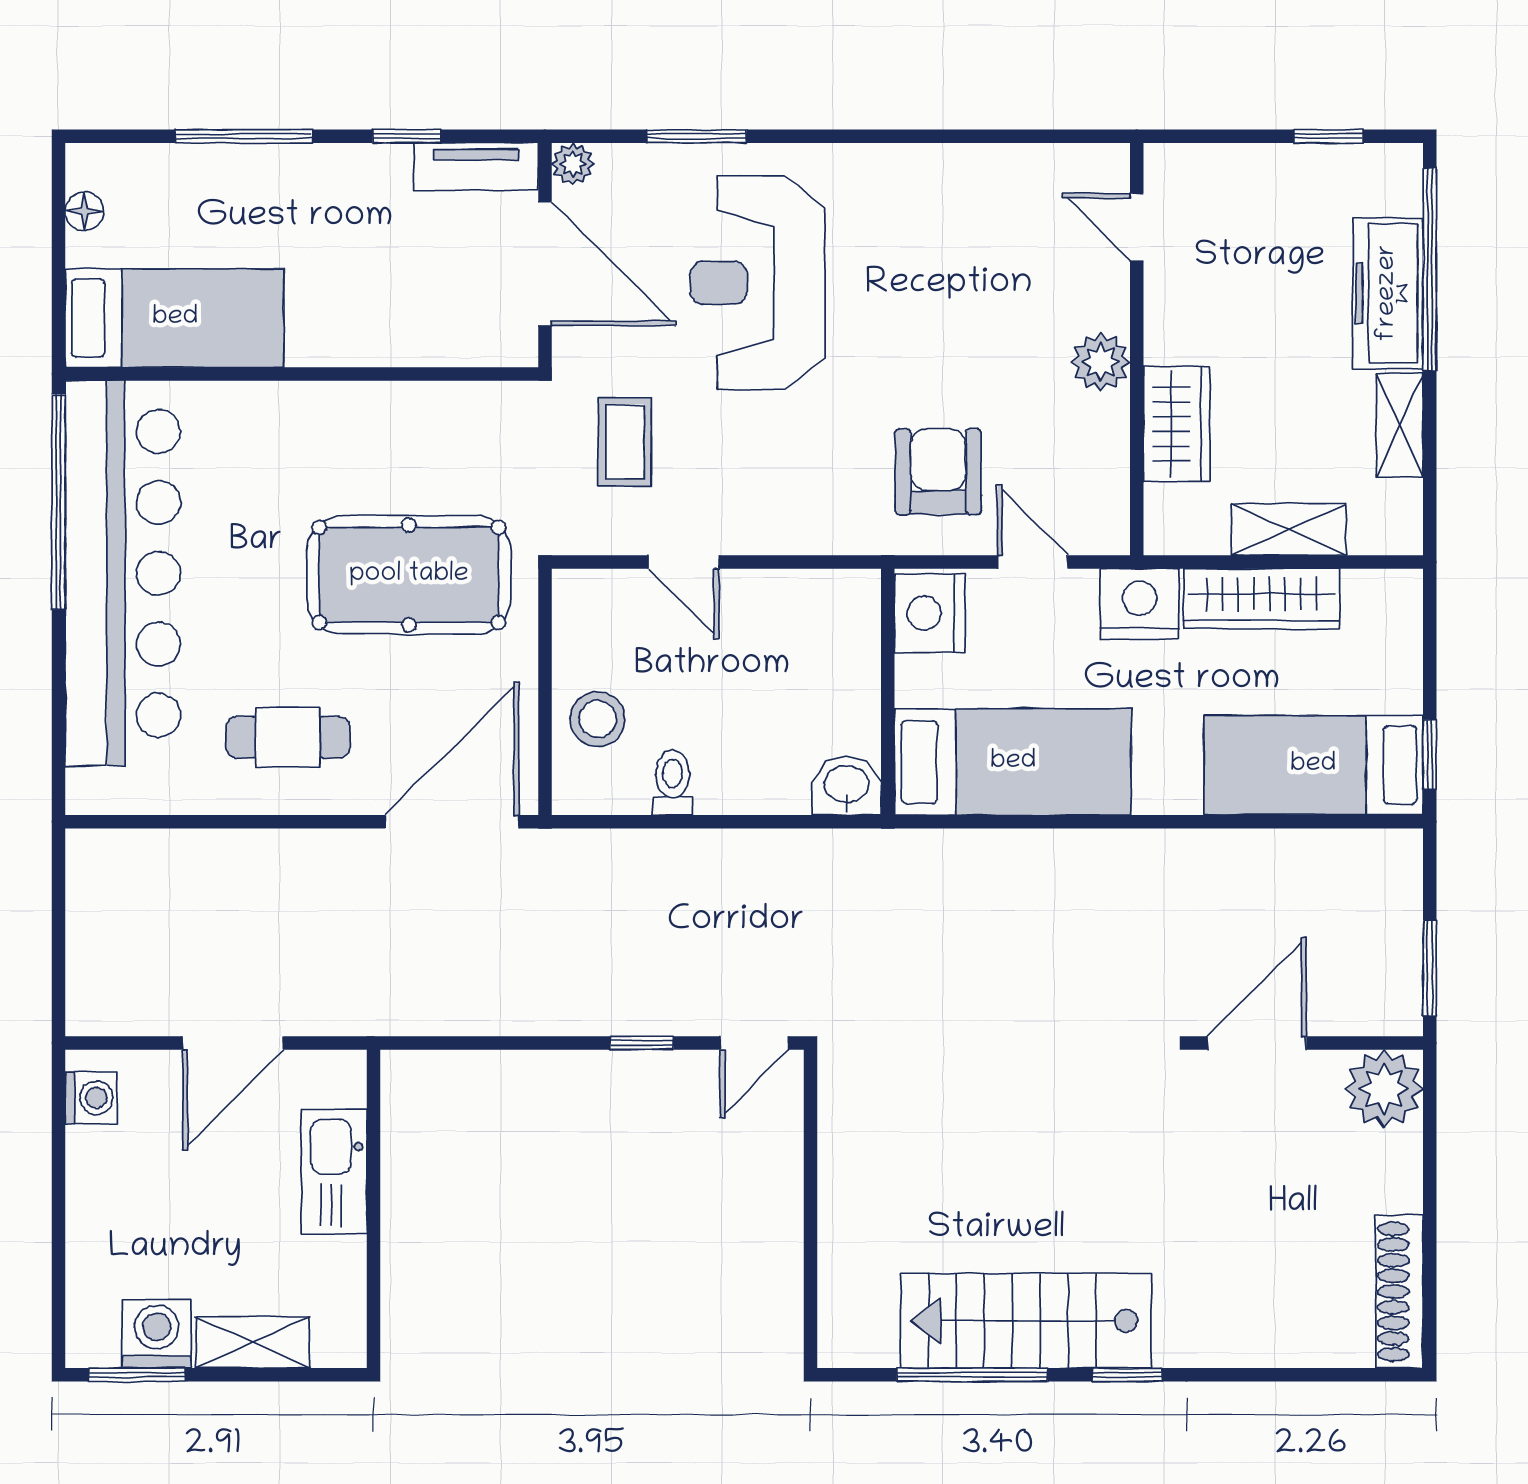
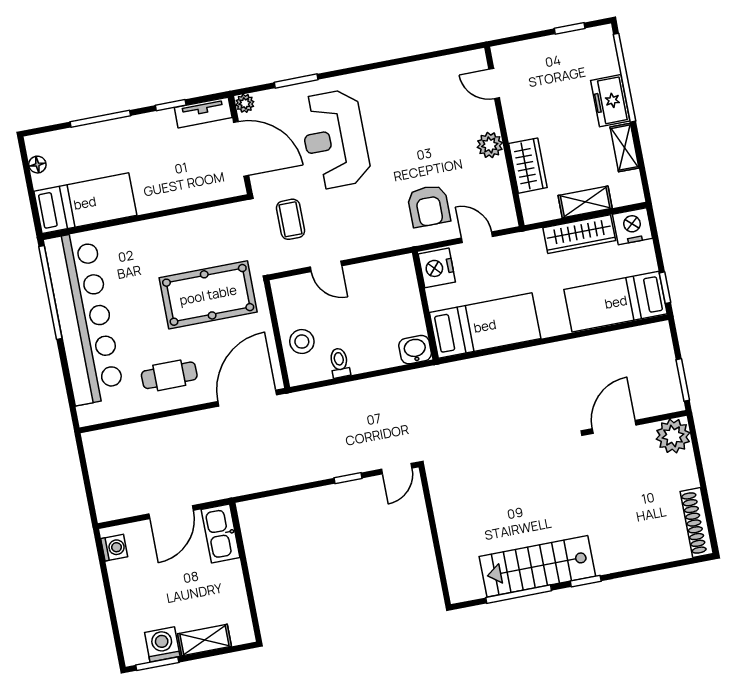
freezer: (1388, 293) -> (610, 101), width x0.71
armchair: (938, 472) -> (429, 206), turned 180
nightstand: (1140, 604) -> (632, 226), moved
kitchen sink: (334, 1171) -> (221, 533), moved

